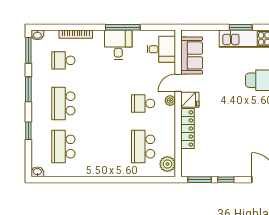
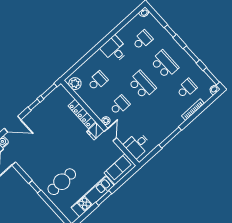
desk: (118, 45) -> (114, 49), moved, turned 180
sofa: (192, 55) -> (120, 169), moved, turned 90
school desk: (103, 103) -> (142, 85), added
school desk: (63, 147) -> (142, 40), width x0.54
school desk: (143, 147) -> (98, 81), width x0.54

